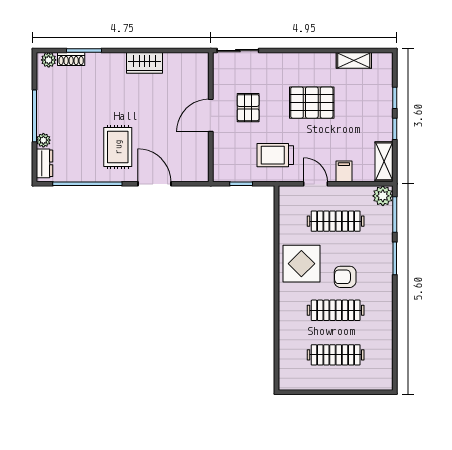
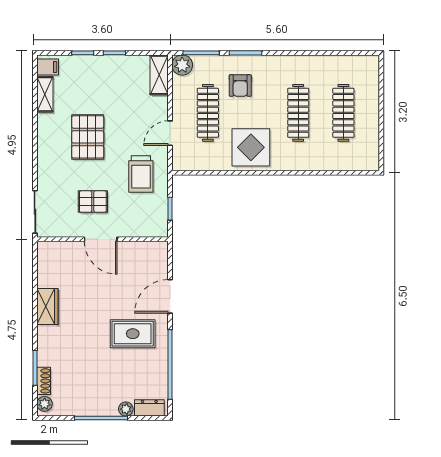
shelving: (384, 161) -> (159, 75), moved, turned 90
filing cabinet: (344, 171) -> (48, 67), moved, turned 180
armchair: (345, 277) -> (240, 86), moved

